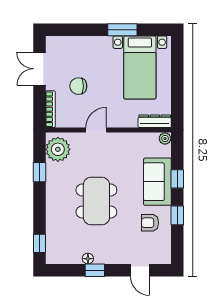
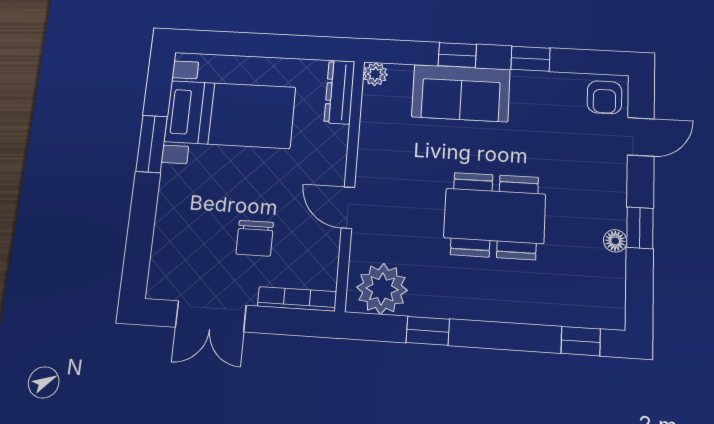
armchair: (150, 223) -> (604, 97), moved

